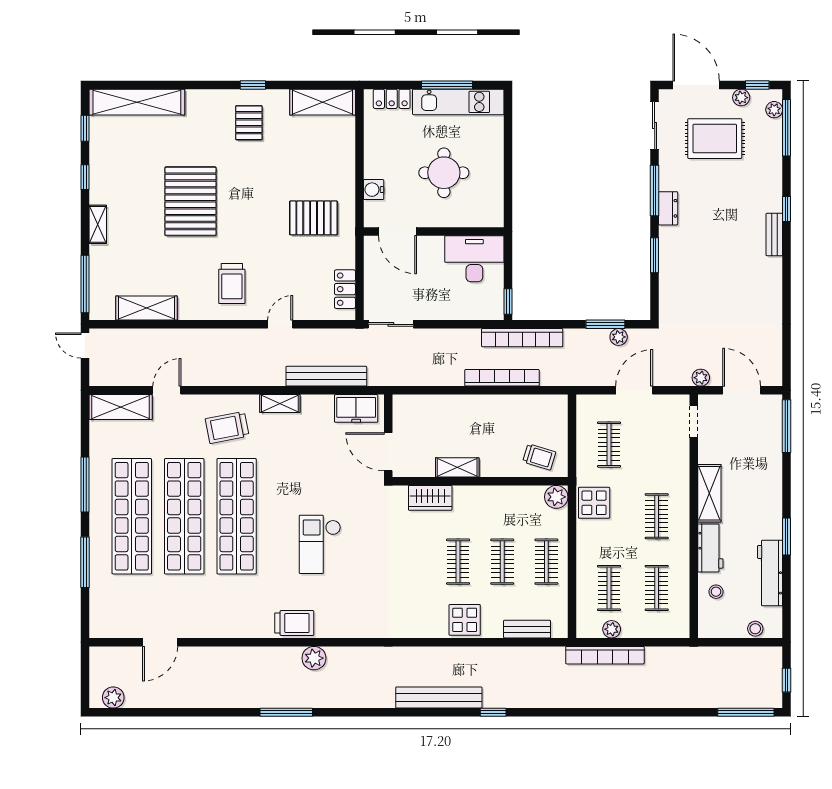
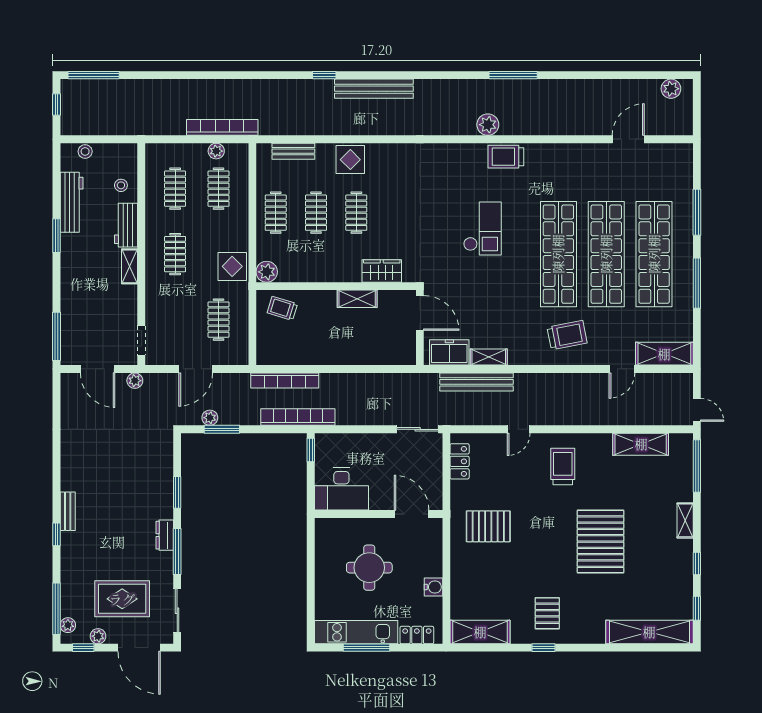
water cooler: (374, 190) -> (433, 587), moved
bookcase: (502, 378) -> (285, 380), moved
shelving: (280, 404) -> (489, 357), moved
shelving: (709, 493) -> (130, 266), width x0.67, depth x0.75

